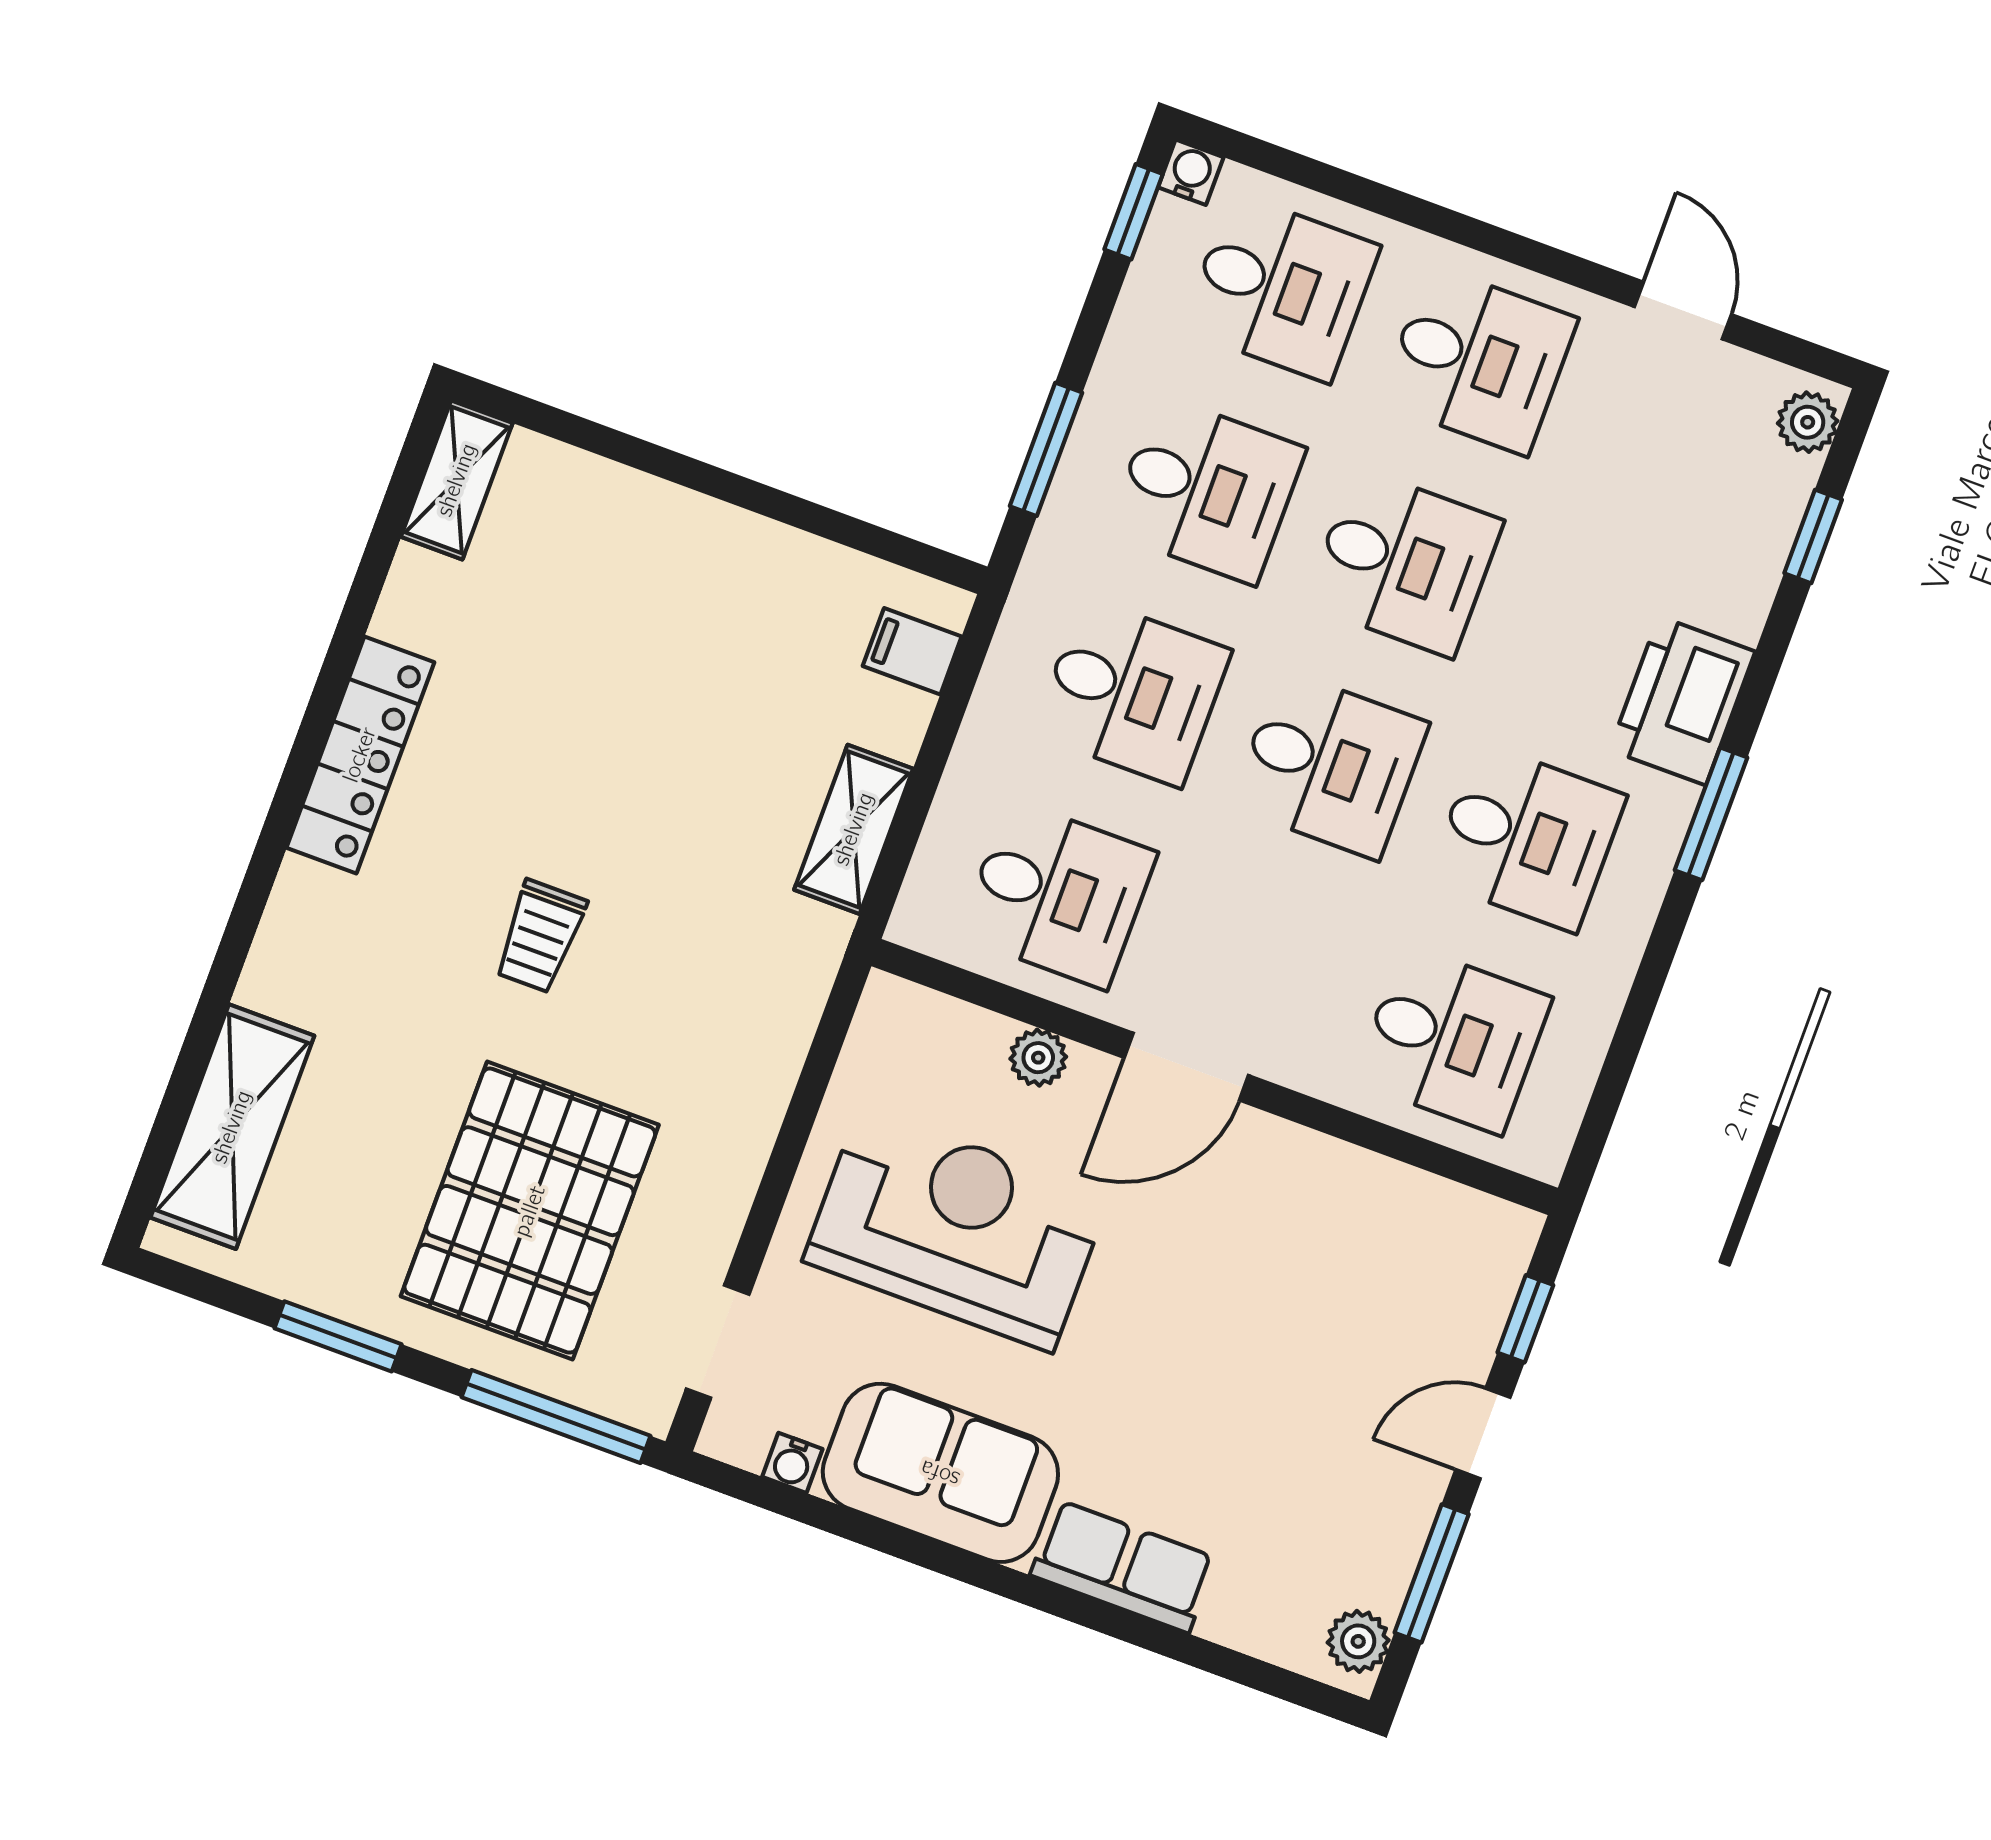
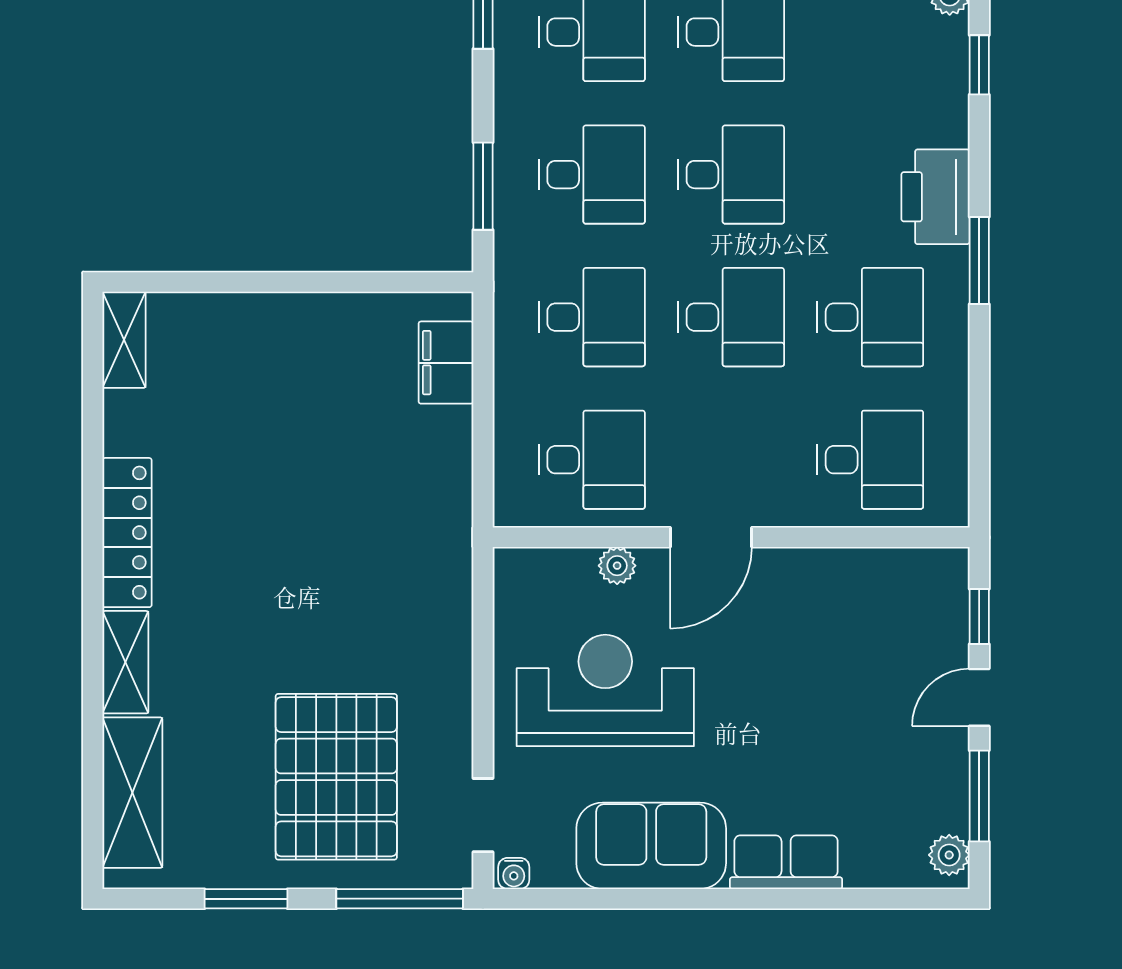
filing cabinet: (912, 651) -> (446, 363), width x2.00
shelving: (854, 829) -> (125, 662), moved
trolley: (540, 936) -> (280, 604), removed
water cooler: (792, 1463) -> (514, 873), moved

